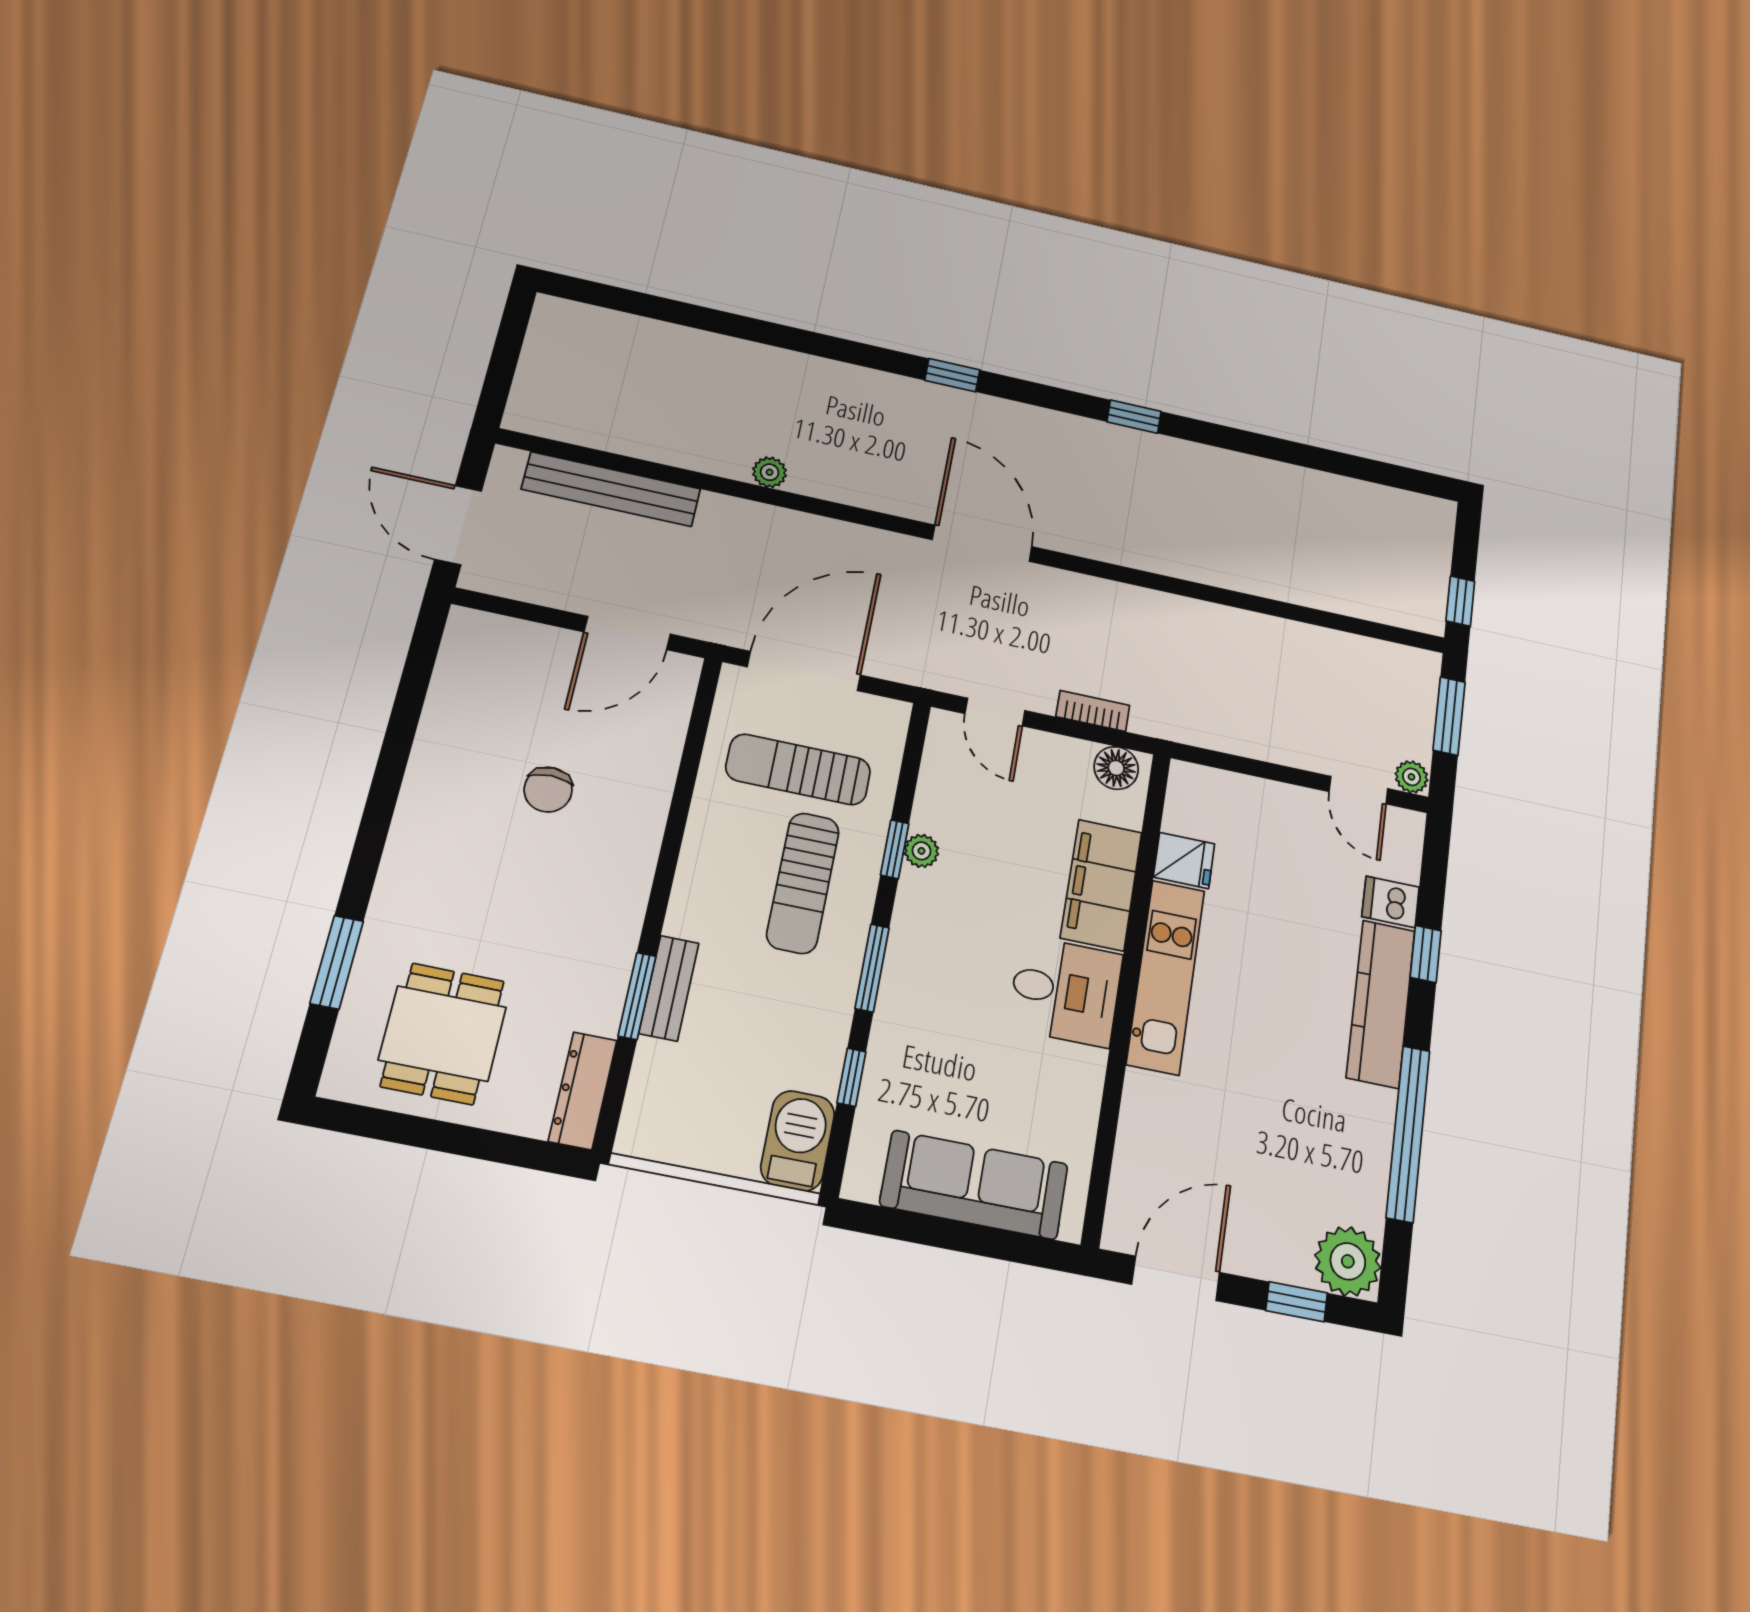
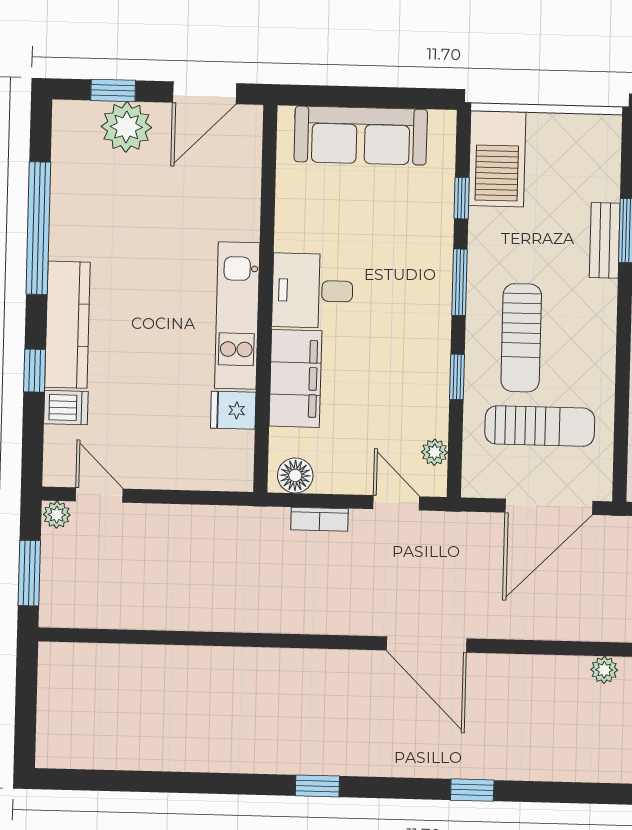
window: (1460, 601) -> (27, 677), removed
plant: (921, 851) -> (435, 452), moved
sun lounger: (803, 883) -> (521, 338), turned 180
barbecue: (798, 1141) -> (497, 159), width x1.37, depth x1.21
plant: (1348, 1261) -> (126, 127), moved

